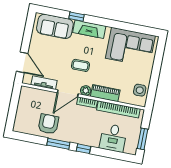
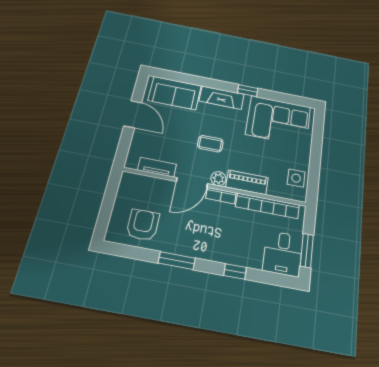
window: (77, 17) -> (248, 91), moved
door: (22, 62) -> (133, 114), moved
armchair: (48, 124) -> (143, 225), moved
desk: (113, 138) -> (283, 253), moved
window: (83, 149) -> (235, 271), moved

